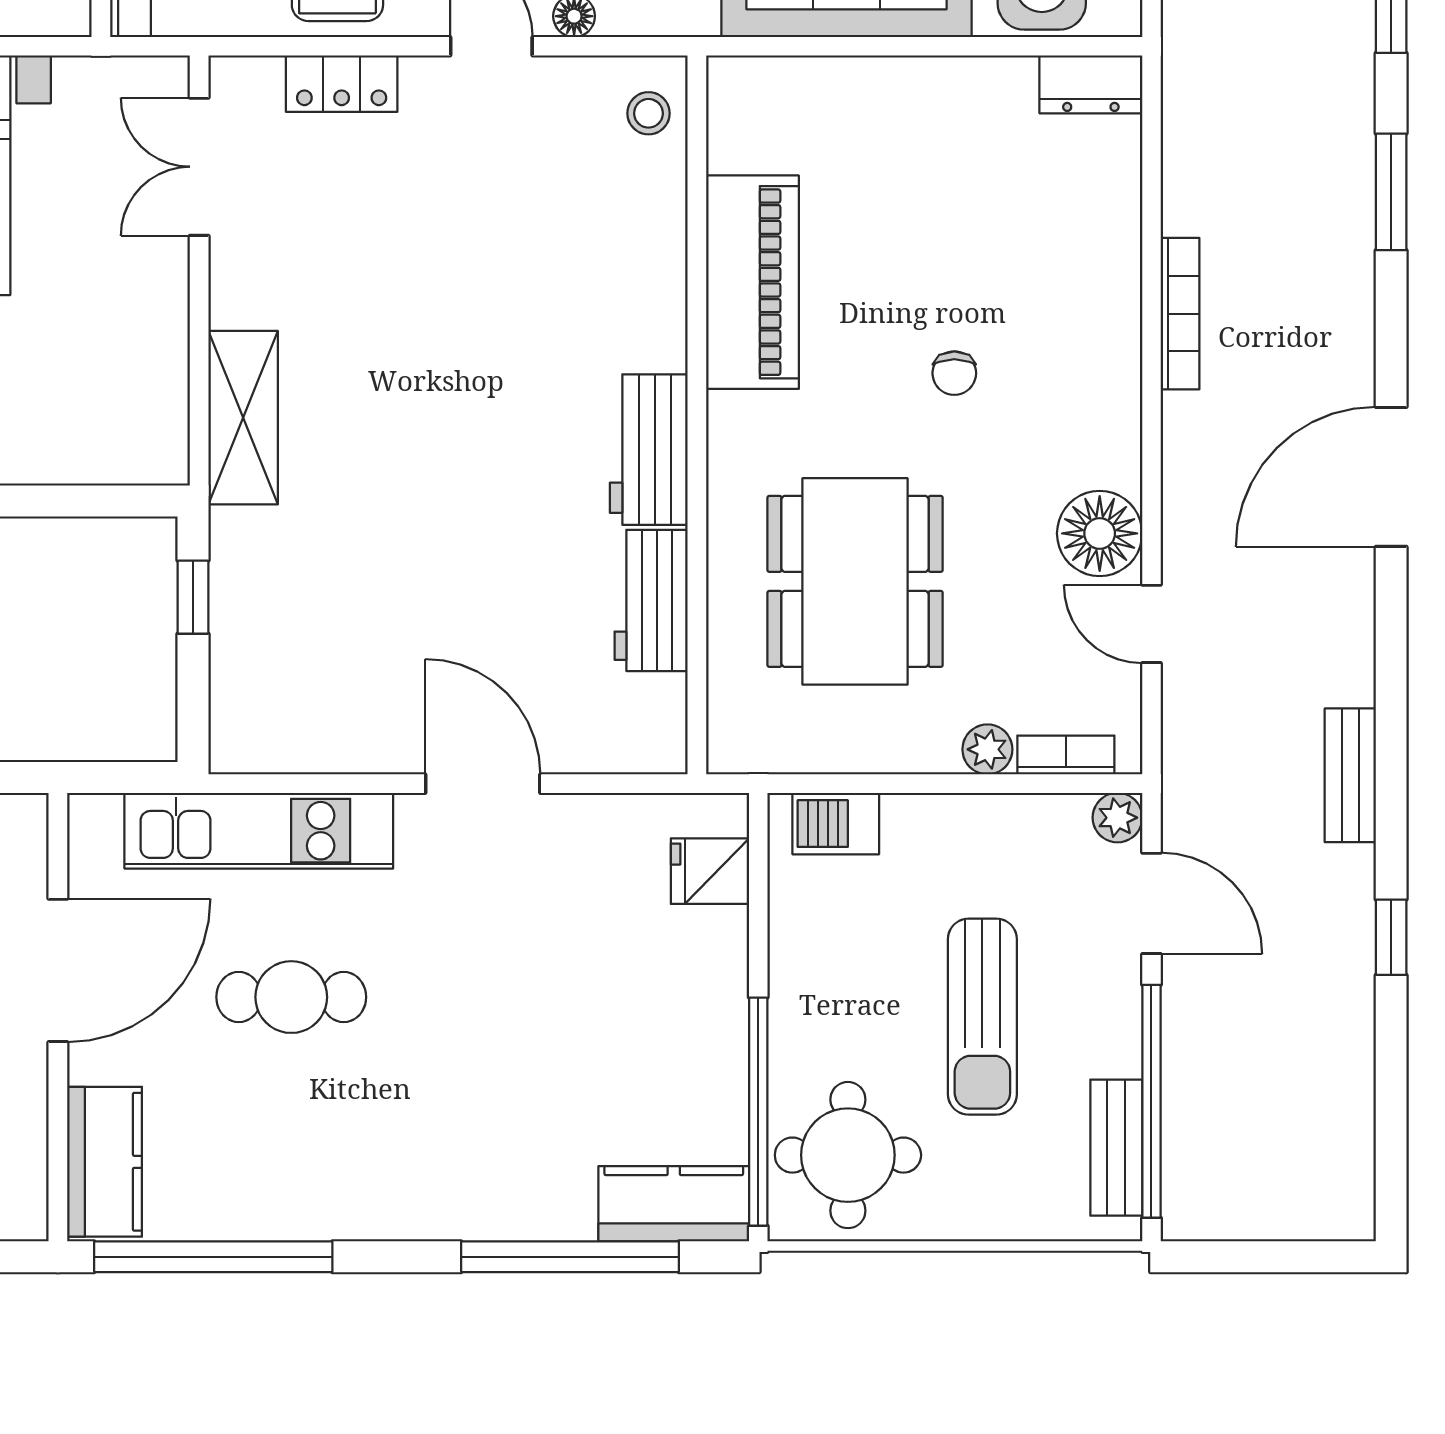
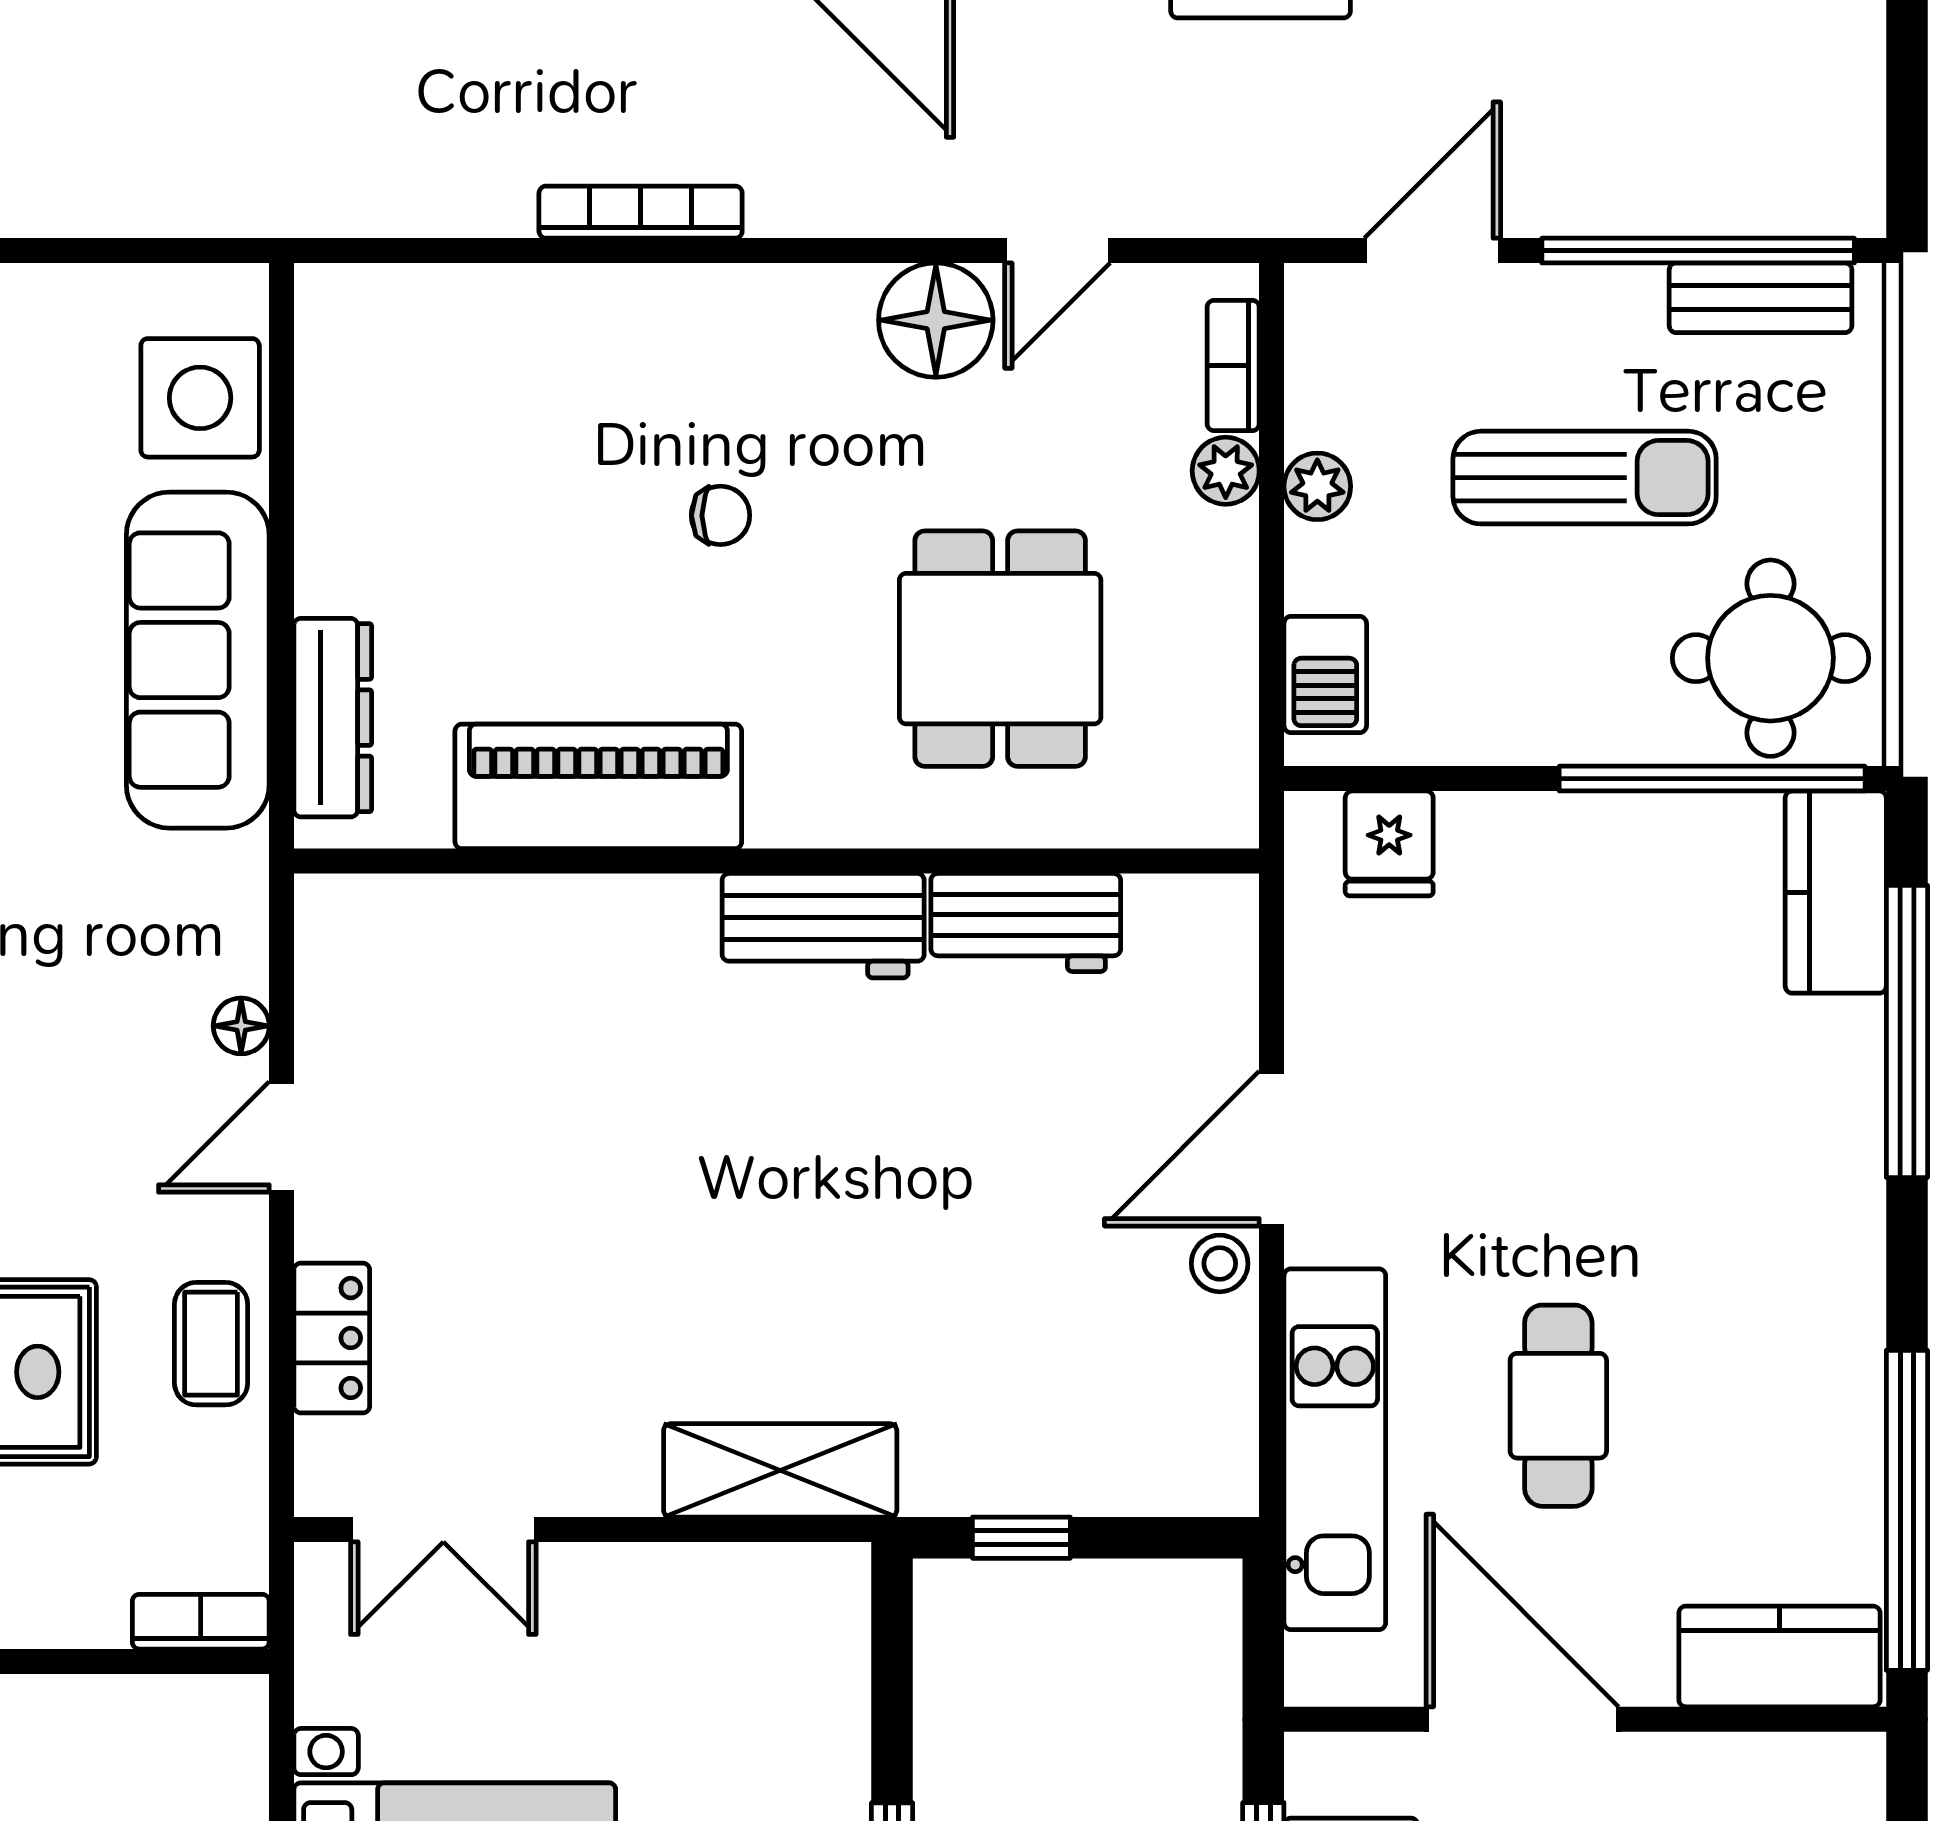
dresser: (1091, 84) -> (333, 718), moved, width x1.44
stool: (648, 113) -> (1220, 1263), moved
dining table: (855, 581) -> (1000, 649), width x0.73
plant: (1117, 818) -> (1317, 486), moved

